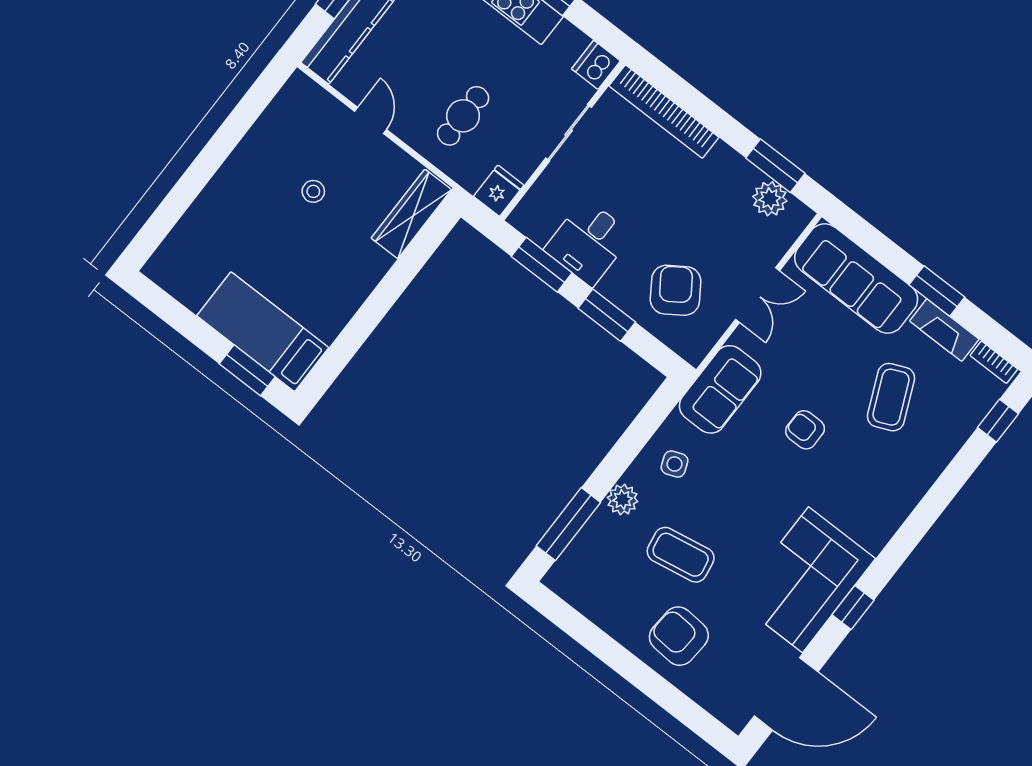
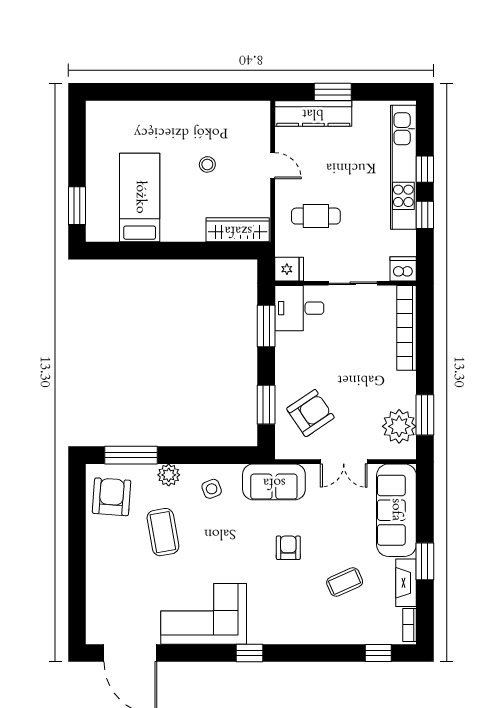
door: (370, 120) -> (273, 166), hinge flipped
plant: (770, 199) -> (399, 426), width x1.36, depth x1.36
desk: (588, 242) -> (299, 308), moved
window: (607, 315) -> (266, 405), moved
bed: (263, 332) -> (140, 197), moved
coffee table: (891, 397) -> (345, 582), width x0.73, depth x0.77
window: (853, 608) -> (249, 653), moved
armchair: (679, 636) -> (112, 497), moved

